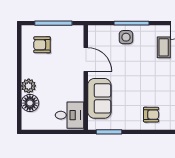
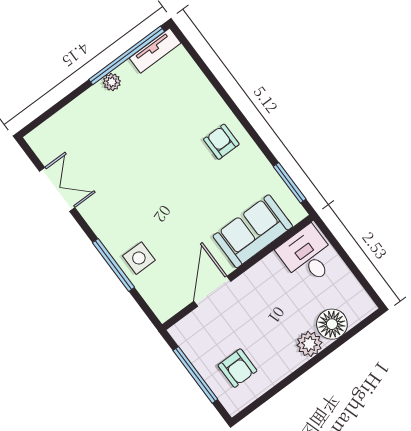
coffee table: (164, 47) -> (114, 194), removed

